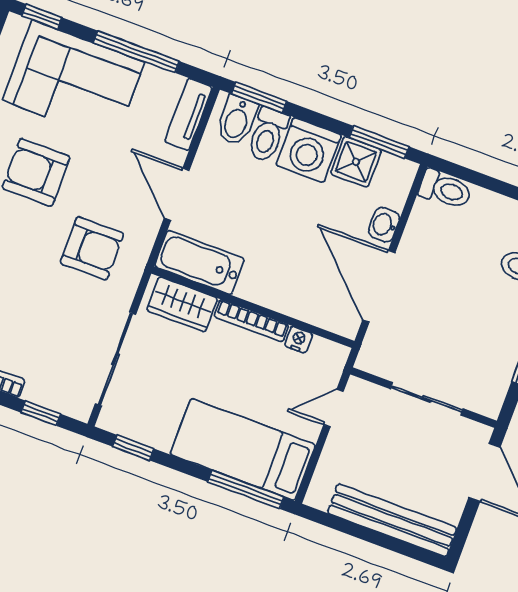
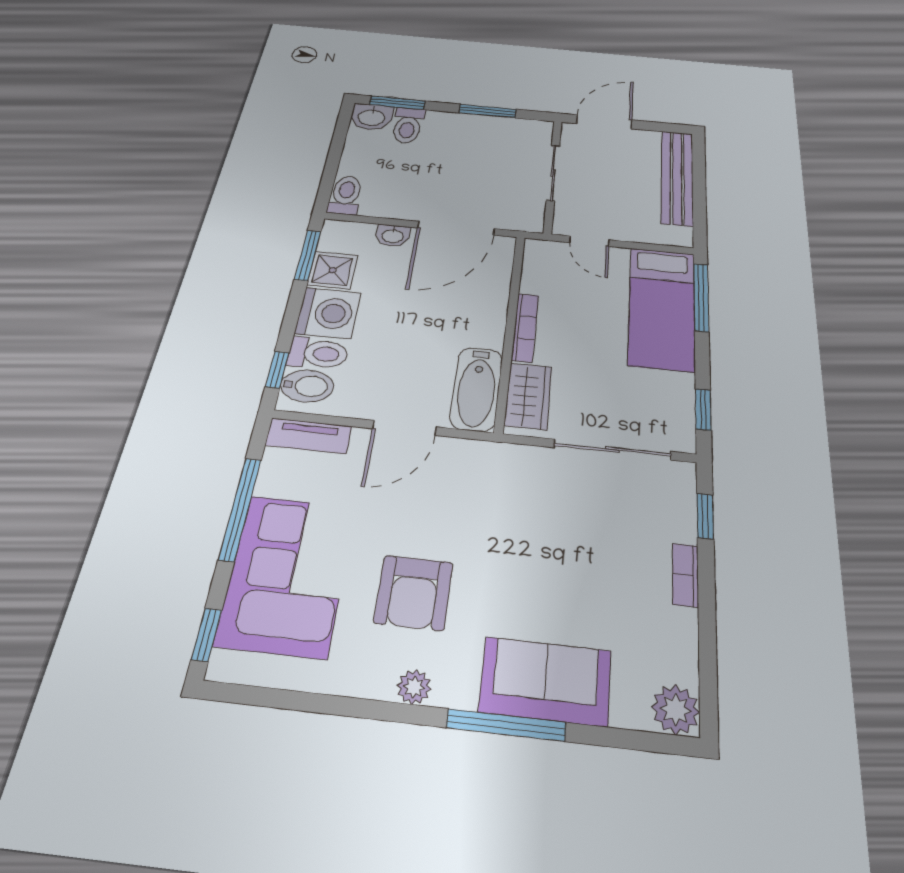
window: (259, 98) -> (277, 370), width x0.67
armchair: (92, 248) -> (492, 504), removed
nightstand: (299, 340) -> (531, 283), removed

